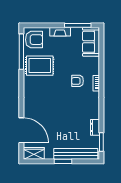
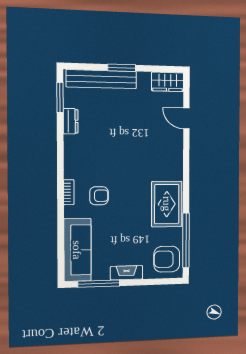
sofa: (91, 42) -> (77, 250), width x1.36
rug: (40, 66) -> (167, 204), moved, turned 90
door: (21, 130) -> (186, 118), width x0.53

